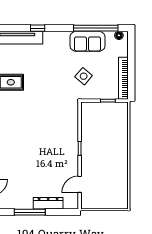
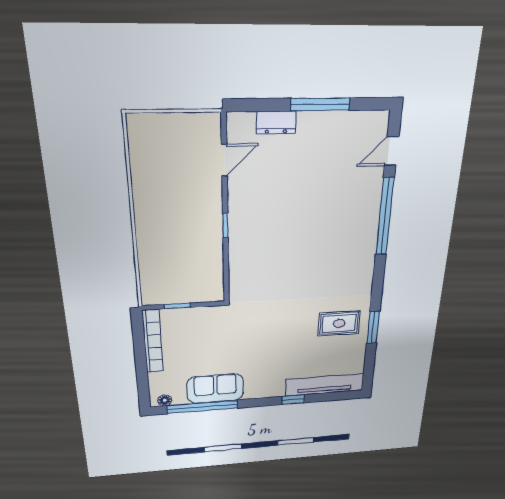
side table: (84, 76) -> (220, 340), removed
dresser: (48, 203) -> (276, 123), width x0.70

